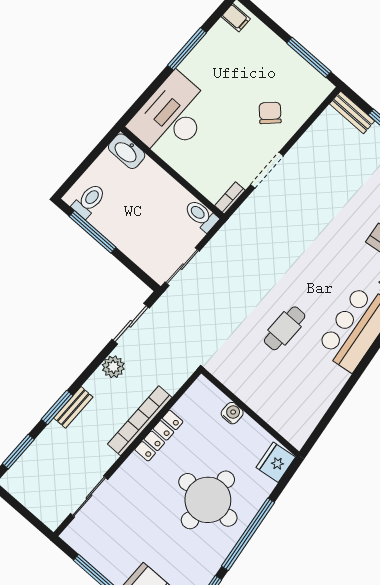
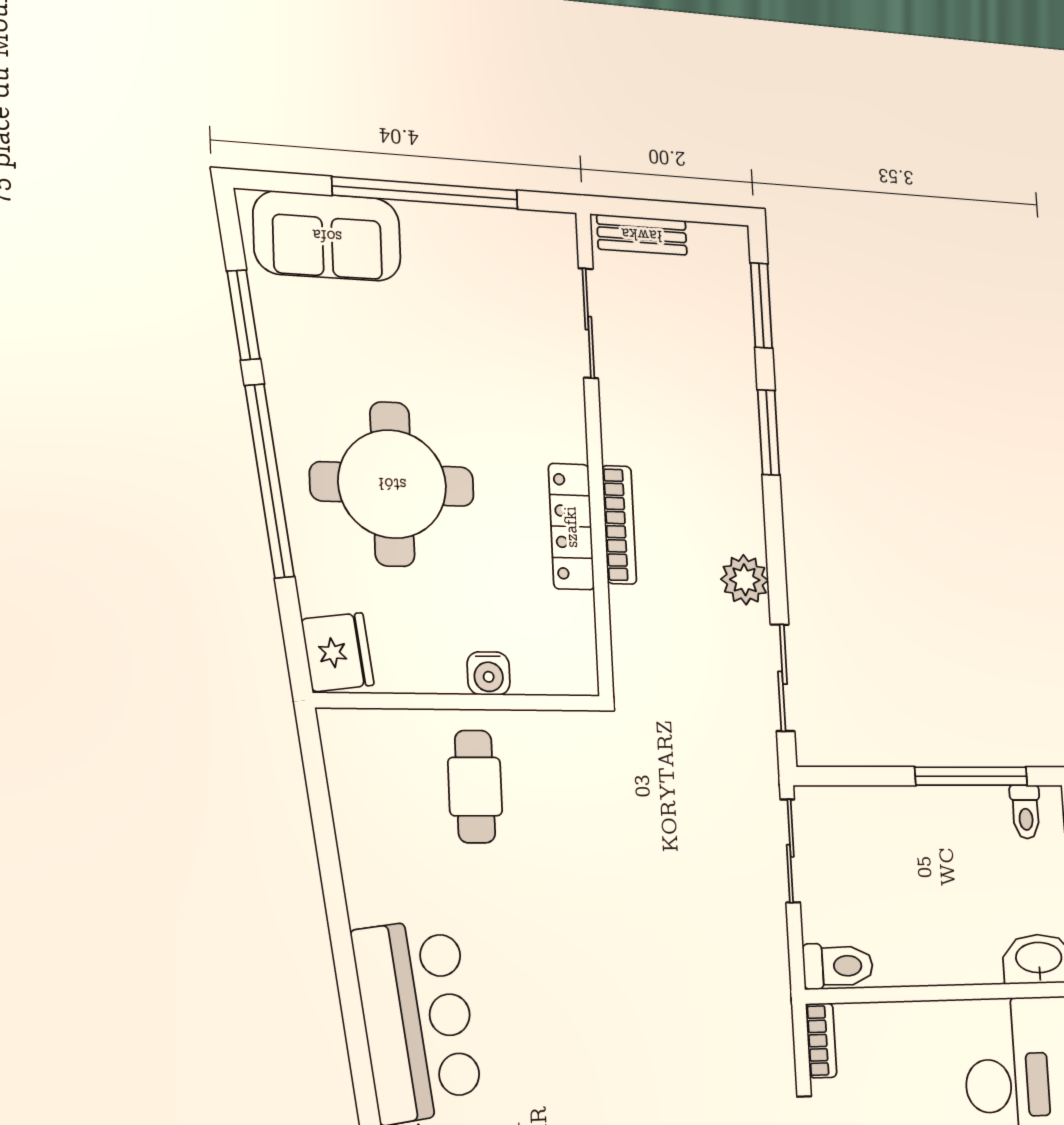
toilet: (89, 201) -> (1026, 812), width x0.73, depth x0.72
cafe table: (285, 328) -> (475, 787), moved
bench: (73, 407) -> (642, 235), moved, turned 90
bookcase: (140, 421) -> (619, 525), width x0.68, depth x0.76

